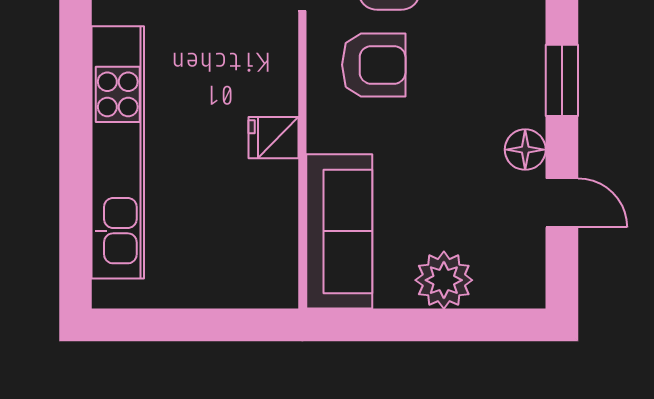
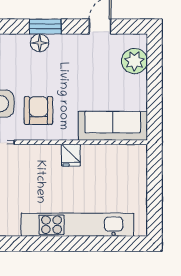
floor lamp: (525, 150) -> (39, 43), moved
plant: (444, 280) -> (134, 61), moved

